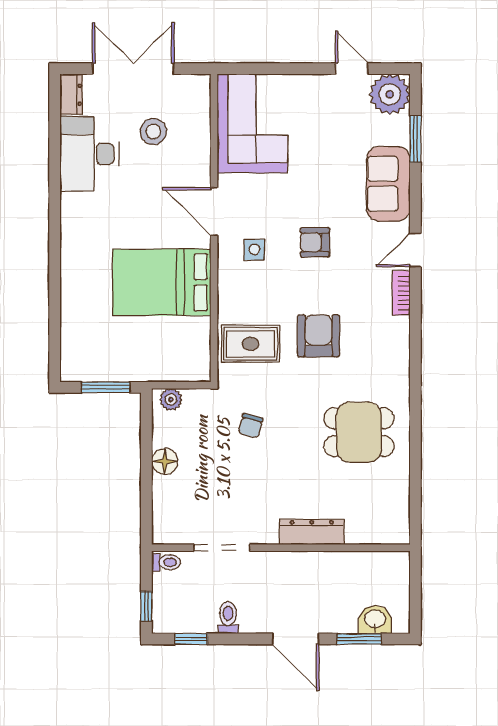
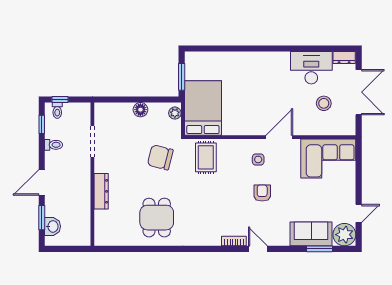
sofa: (388, 184) -> (311, 234), moved
bed: (162, 282) -> (203, 108), moved
armchair: (318, 336) -> (210, 195), removed
chair: (251, 426) -> (160, 157), width x1.87, depth x1.87
toilet: (166, 562) -> (57, 110), moved

